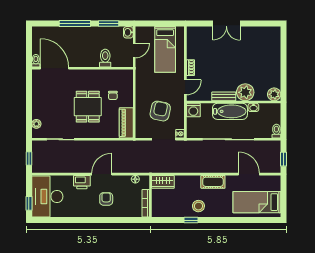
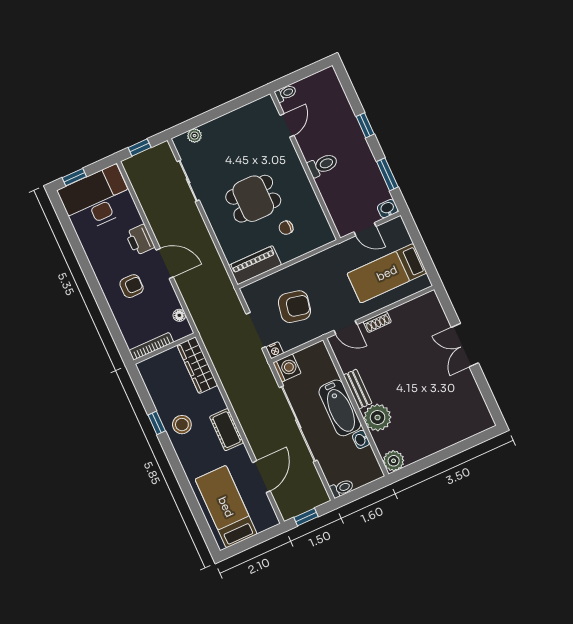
window: (75, 24) -> (365, 125), width x0.46
toilet: (105, 58) -> (323, 165), moved
door: (55, 68) -> (287, 125), width x0.53
washing machine: (193, 110) -> (287, 368), moved, turned 180
wardrobe: (163, 182) -> (197, 365), width x1.50

